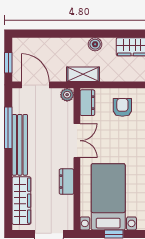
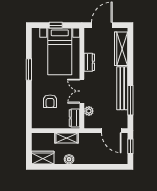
shelving: (83, 74) -> (67, 138), moved
plant: (67, 95) -> (89, 111), moved
armchair: (122, 107) -> (50, 101), moved

